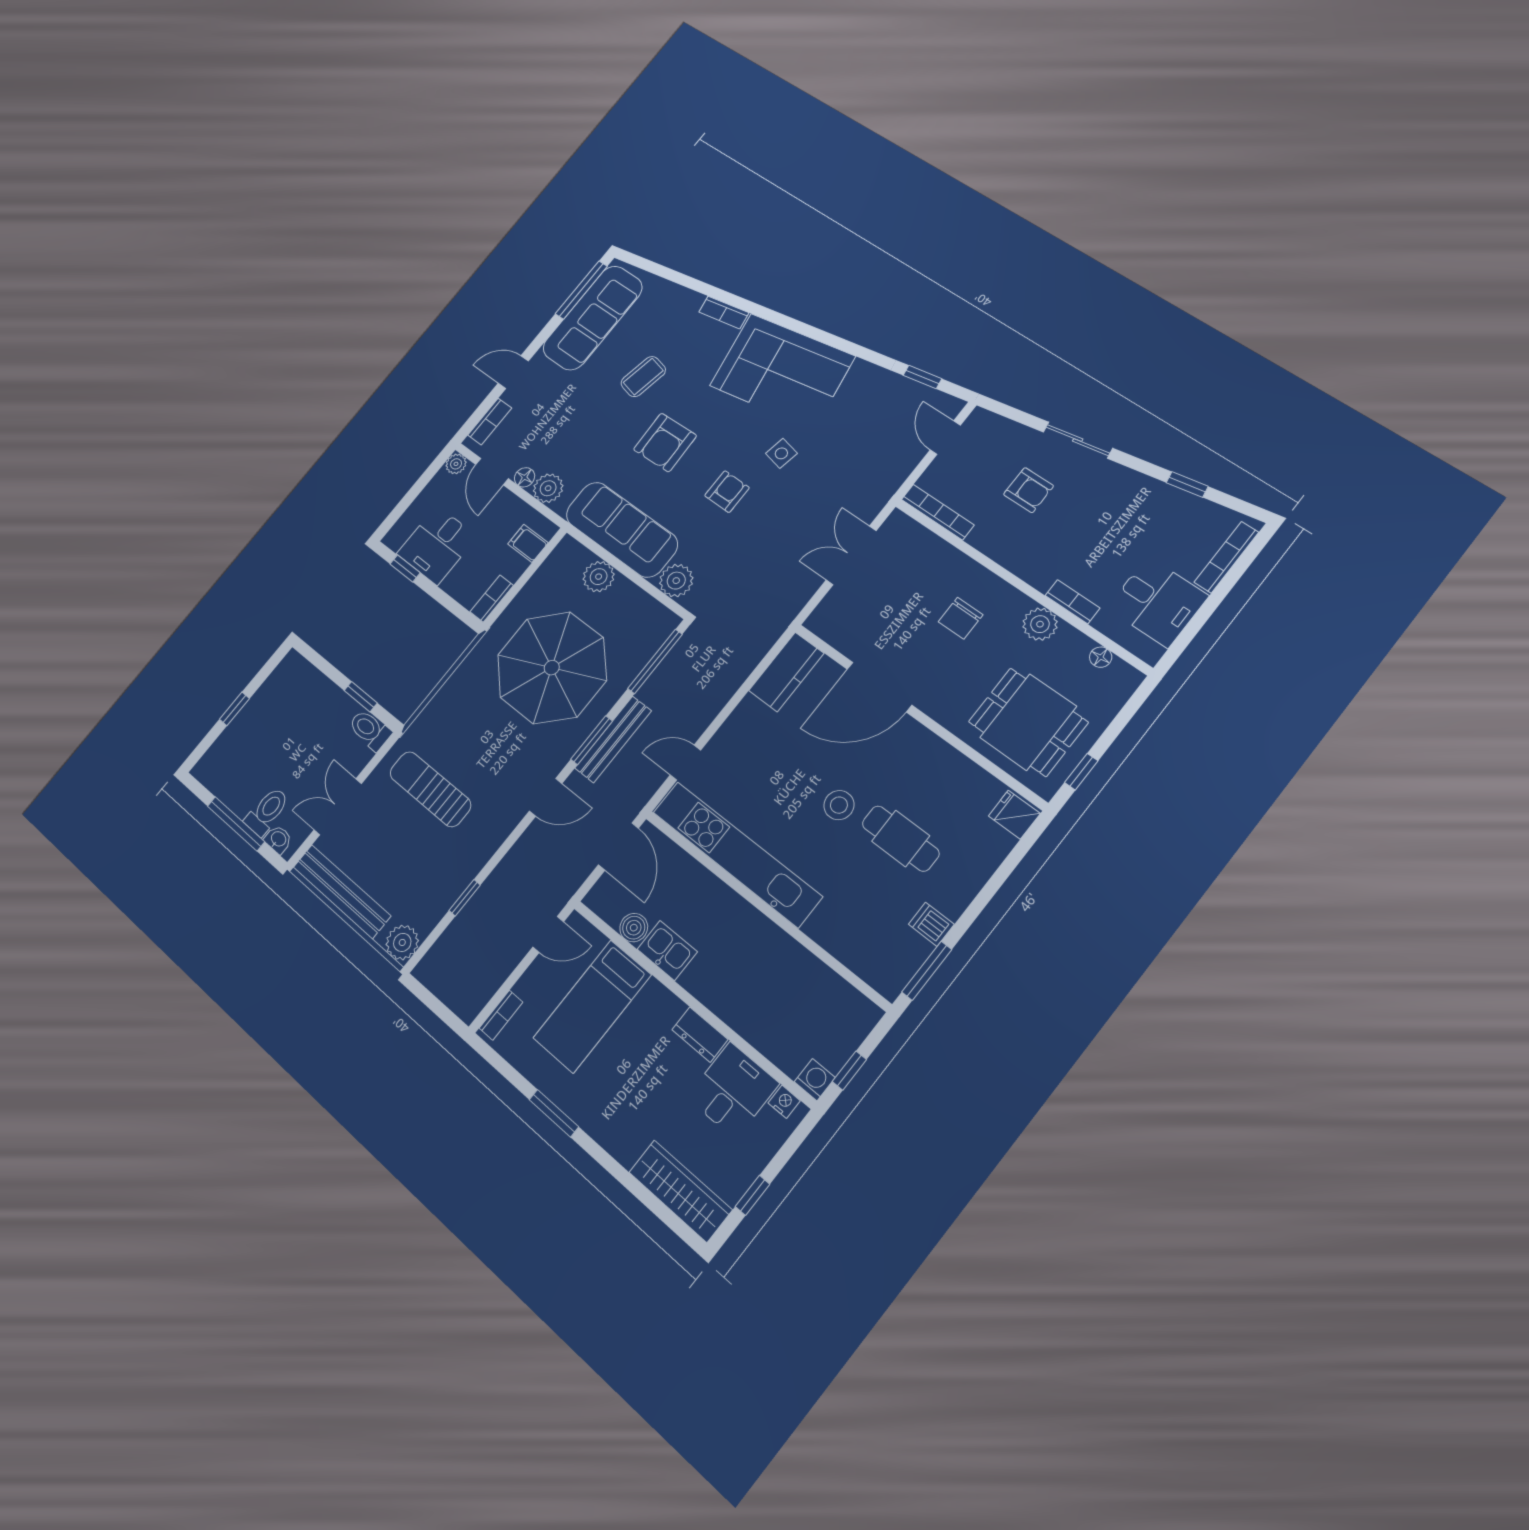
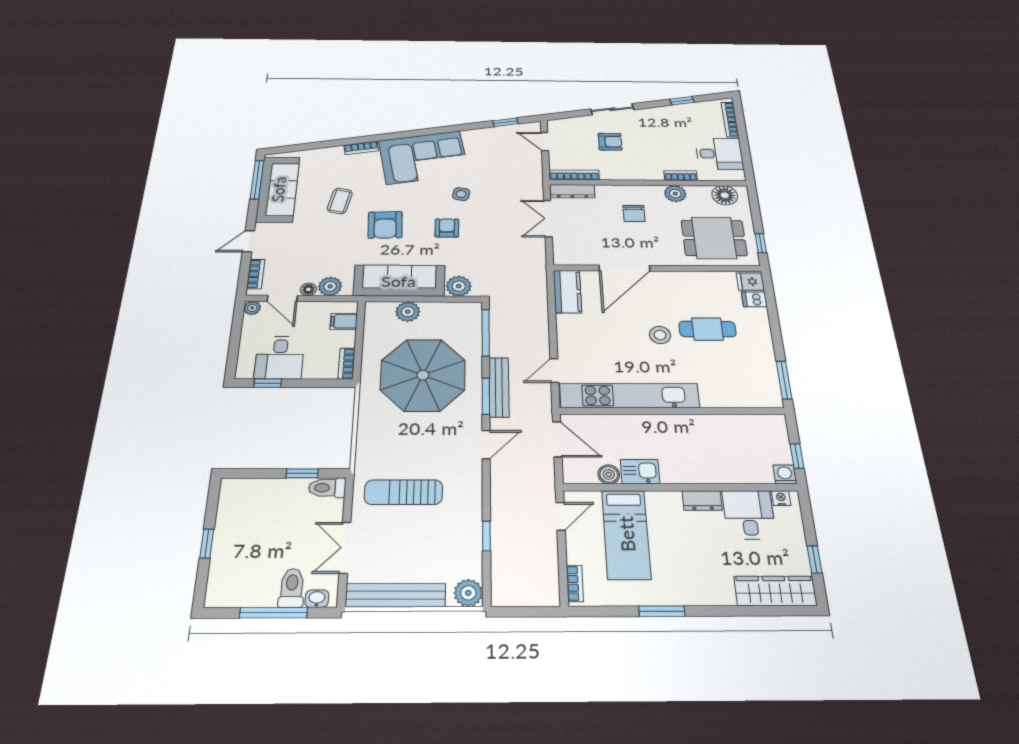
dresser: (914, 535) -> (572, 191), added
floor lamp: (1101, 657) -> (725, 195), width x1.89, depth x1.89
dishwasher: (931, 924) -> (754, 299), moved

